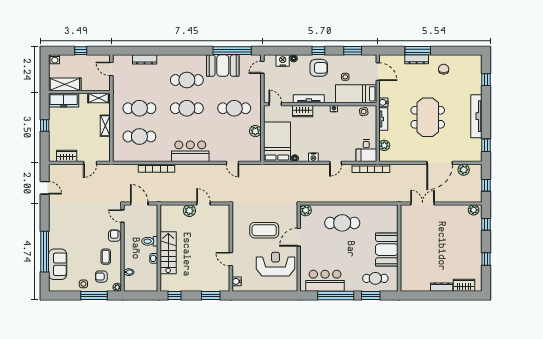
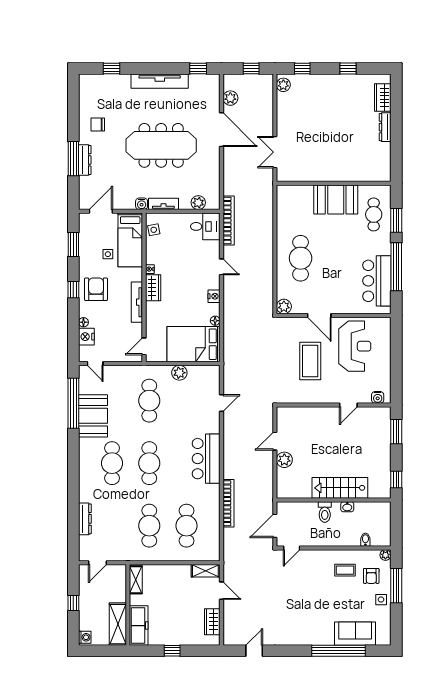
wardrobe: (303, 111) -> (153, 288), moved
meeting table: (428, 117) -> (161, 145), width x1.36
shelving: (105, 126) -> (205, 571), moved
armchair: (114, 236) -> (317, 559), removed
reception desk: (275, 264) -> (355, 346), turned 180

